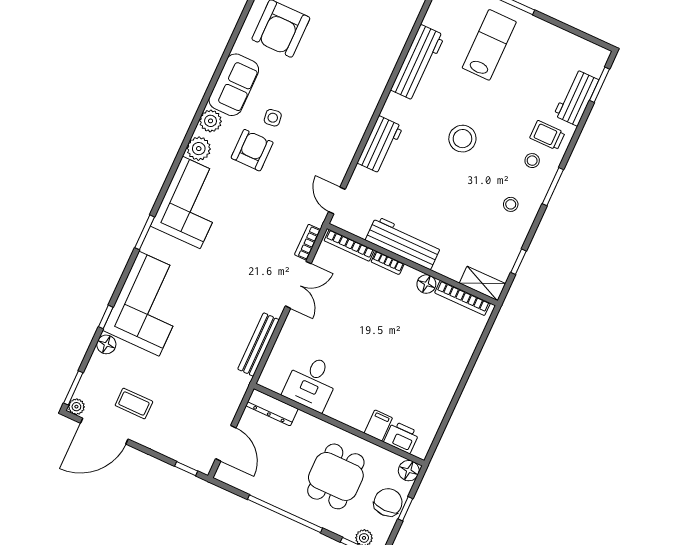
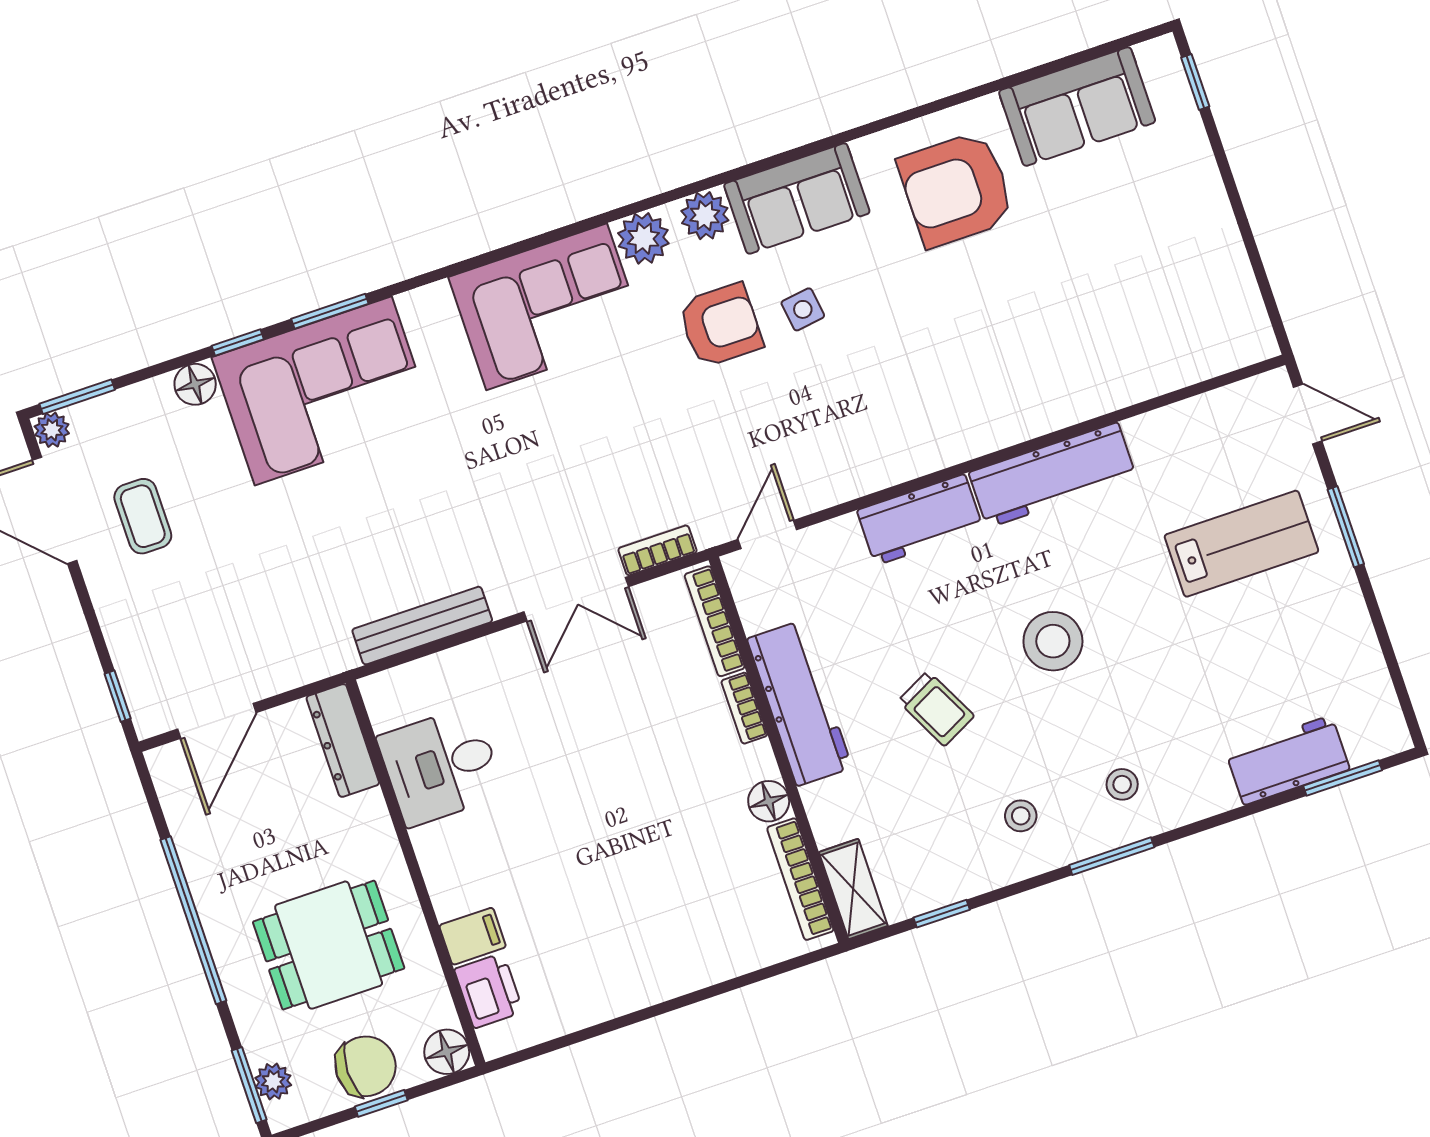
workbench: (418, 63) -> (1053, 475), moved
trolley: (547, 135) -> (936, 708), moved, turned 153
window: (145, 232) -> (330, 311), moved

